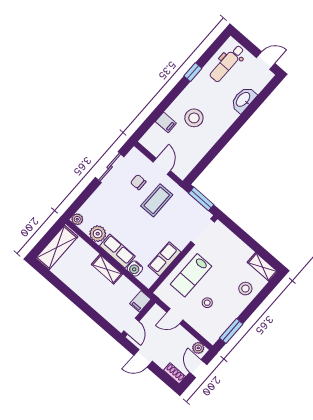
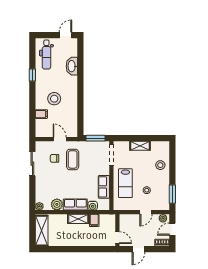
shelving: (262, 267) -> (140, 146), moved
filing cabinet: (140, 301) -> (94, 220), moved
door: (175, 316) -> (146, 212), moved
door: (198, 369) -> (172, 229), hinge flipped

